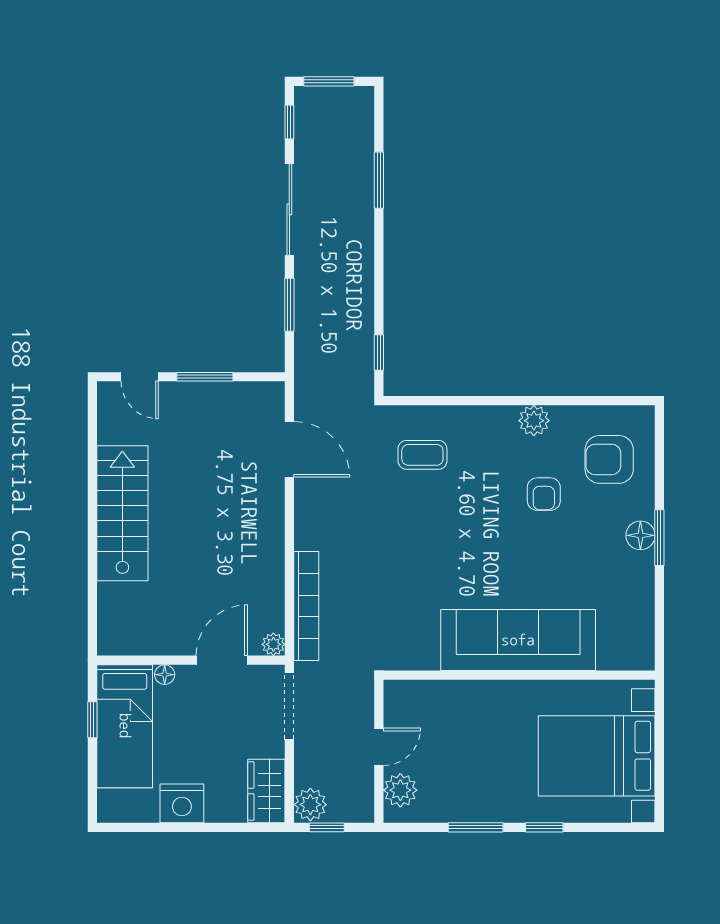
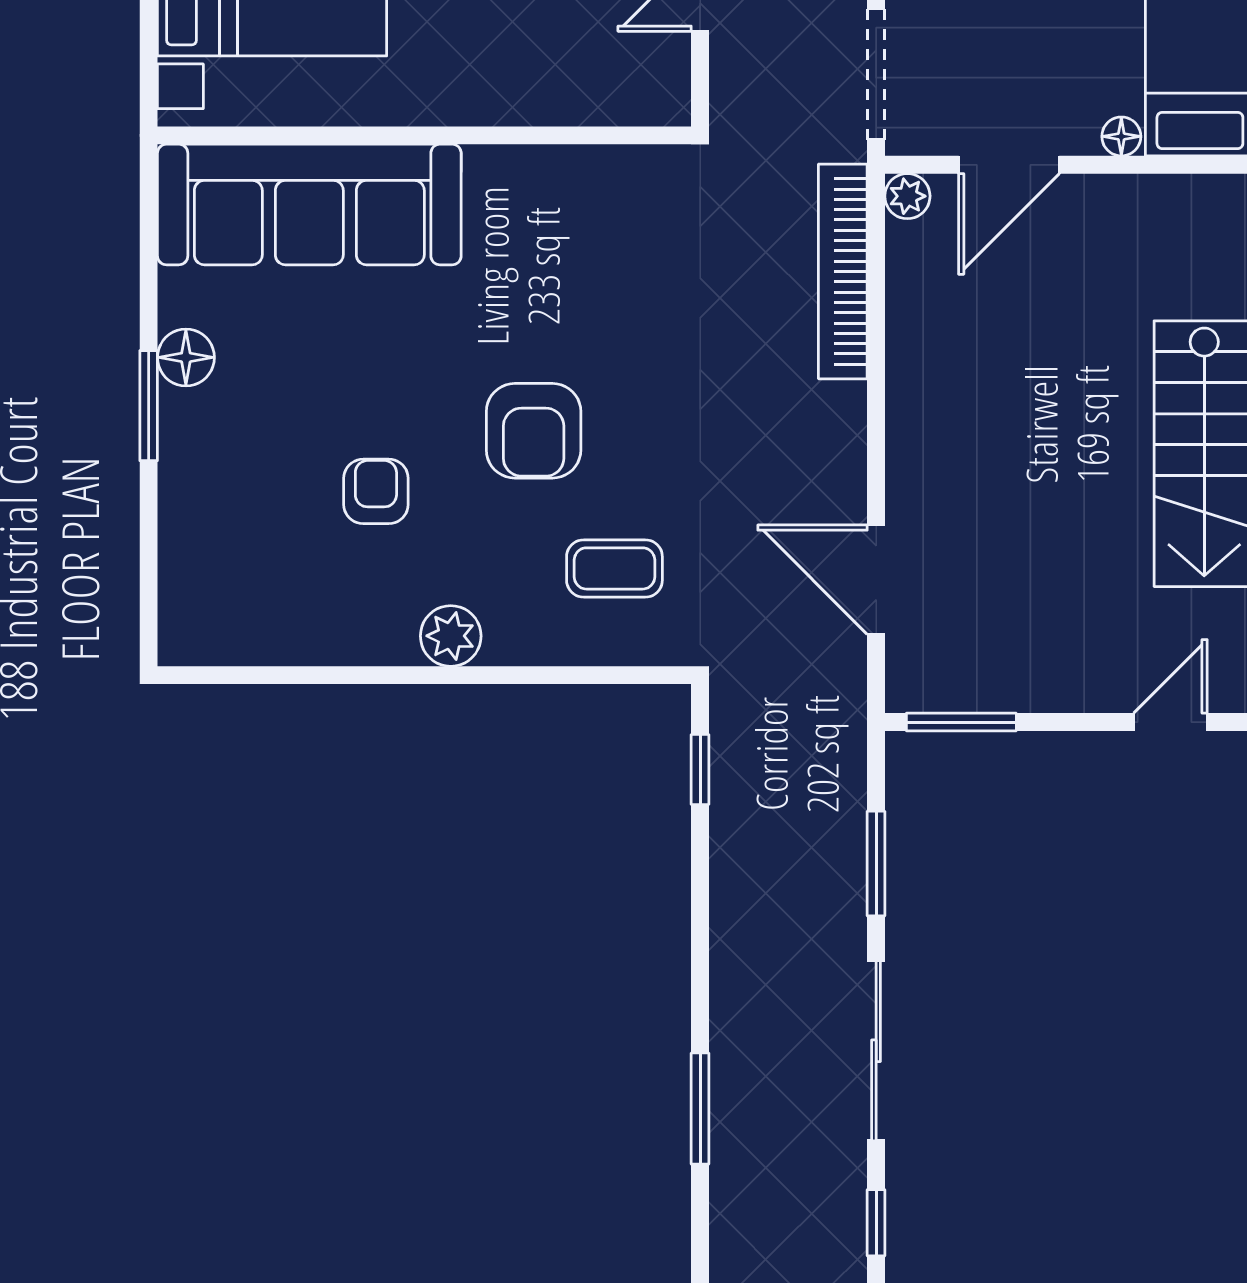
door: (140, 377) -> (1170, 722), hinge flipped
window: (205, 377) -> (961, 722), moved
plant: (534, 421) -> (451, 636), moved
armchair: (609, 459) -> (534, 431), moved, turned 90
floor lamp: (640, 535) -> (186, 357), moved
sofa: (518, 640) -> (309, 205), moved

